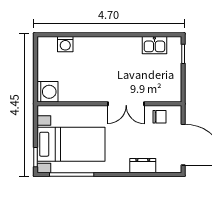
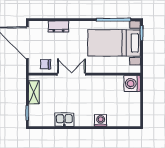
washing machine: (65, 44) -> (101, 120), moved
kitchen sink: (154, 45) -> (64, 120), moved
shelving: (175, 80) -> (34, 92), added

